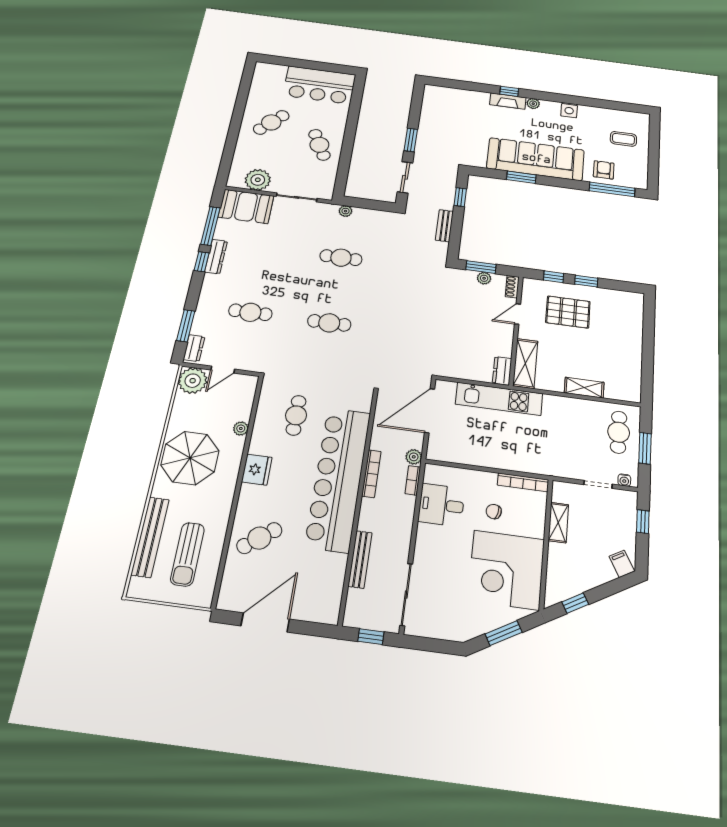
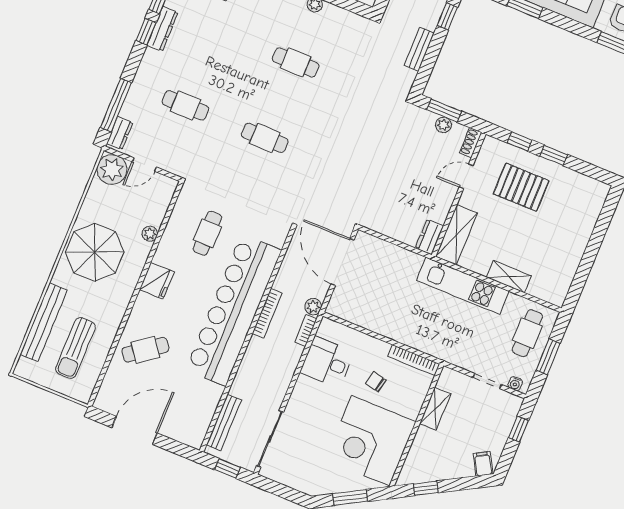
window: (186, 326) -> (116, 105), width x1.44
kitchen unit: (499, 399) -> (463, 286), moved
door: (430, 411) -> (342, 262), hinge flipped
bench: (360, 559) -> (224, 423), moved

